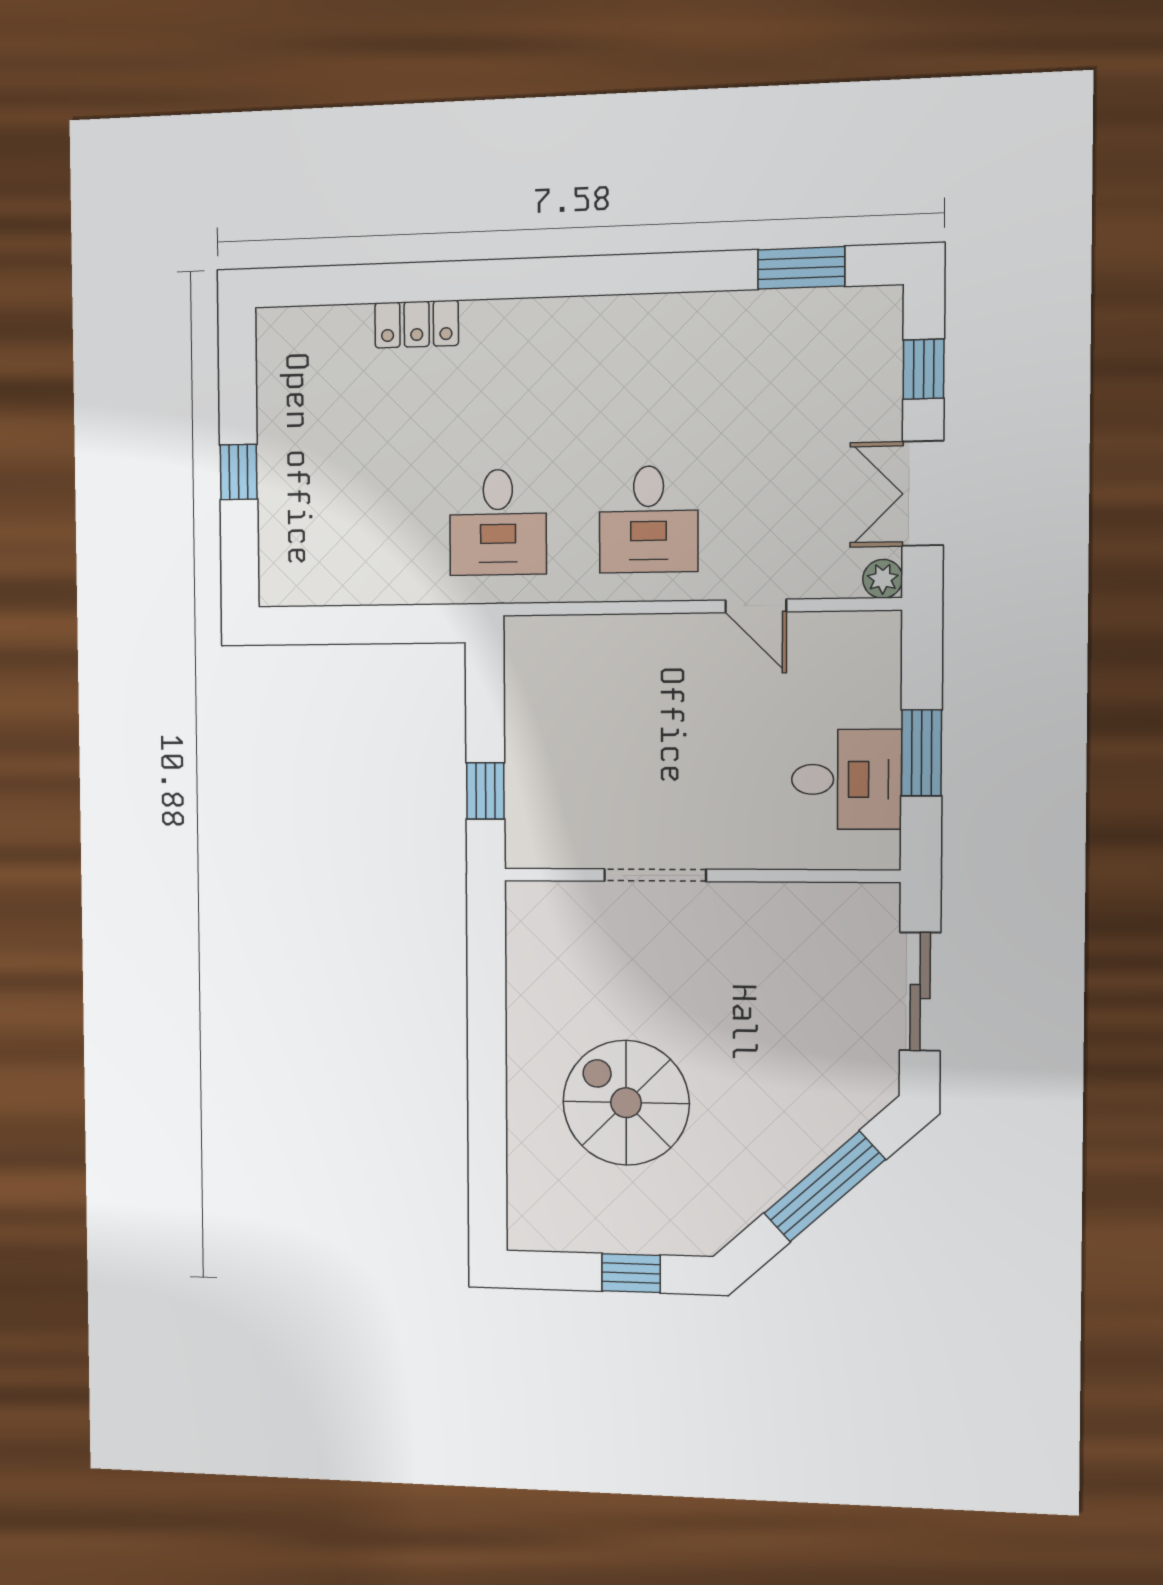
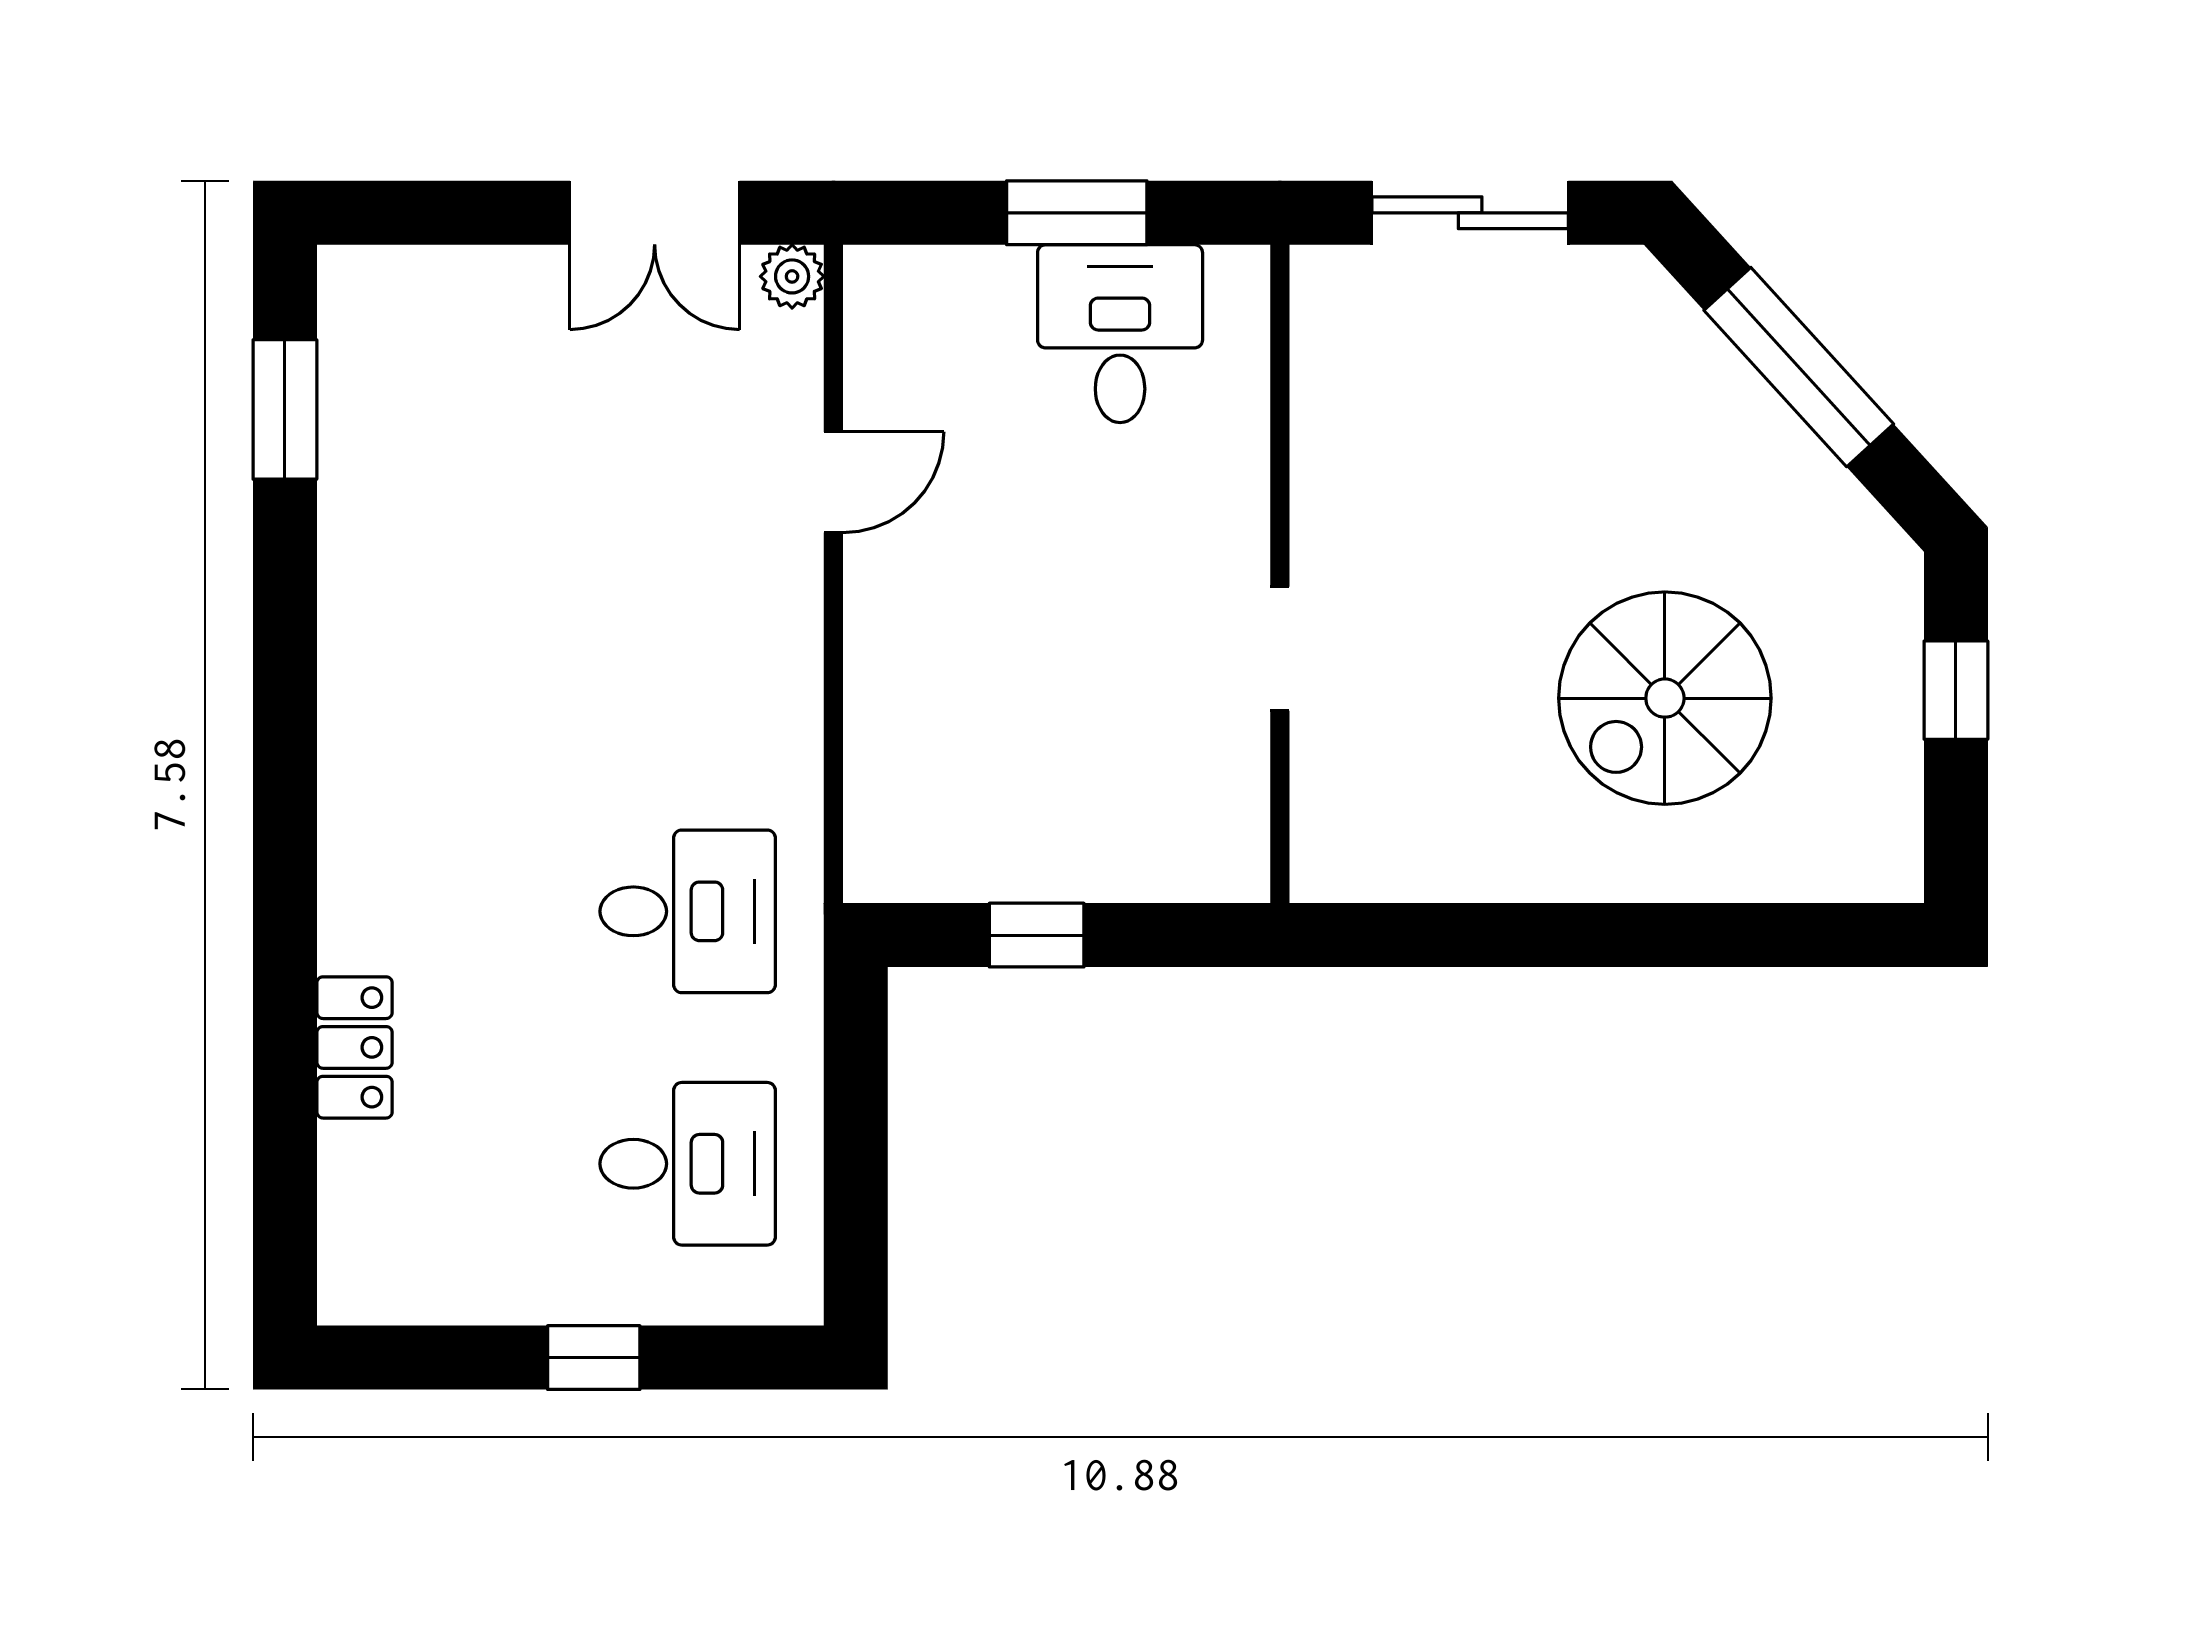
window: (924, 369) -> (454, 213), removed
desk: (649, 519) -> (688, 1164), moved
window: (485, 791) -> (1037, 935), moved
doorway: (655, 875) -> (1280, 649), width x0.73

